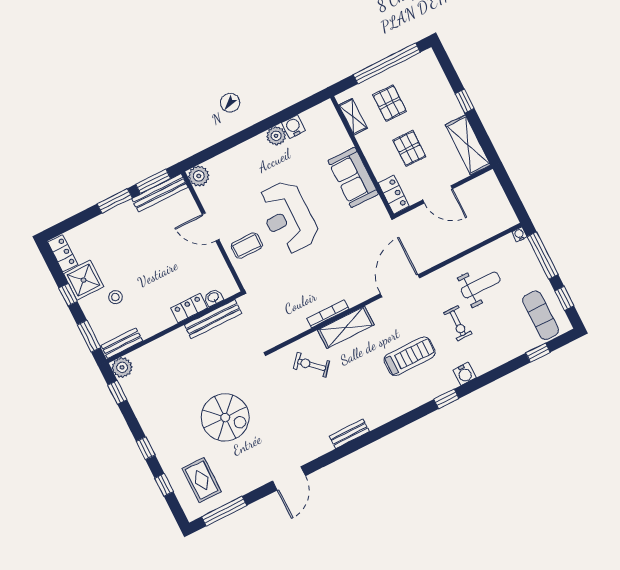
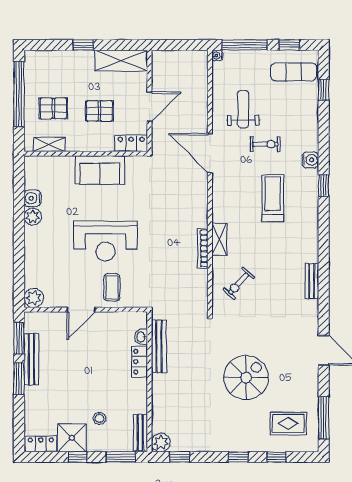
bench: (160, 193) -> (31, 359), moved
door: (400, 286) -> (210, 153), moved
shelving: (346, 327) -> (219, 239), width x0.67, depth x0.75

